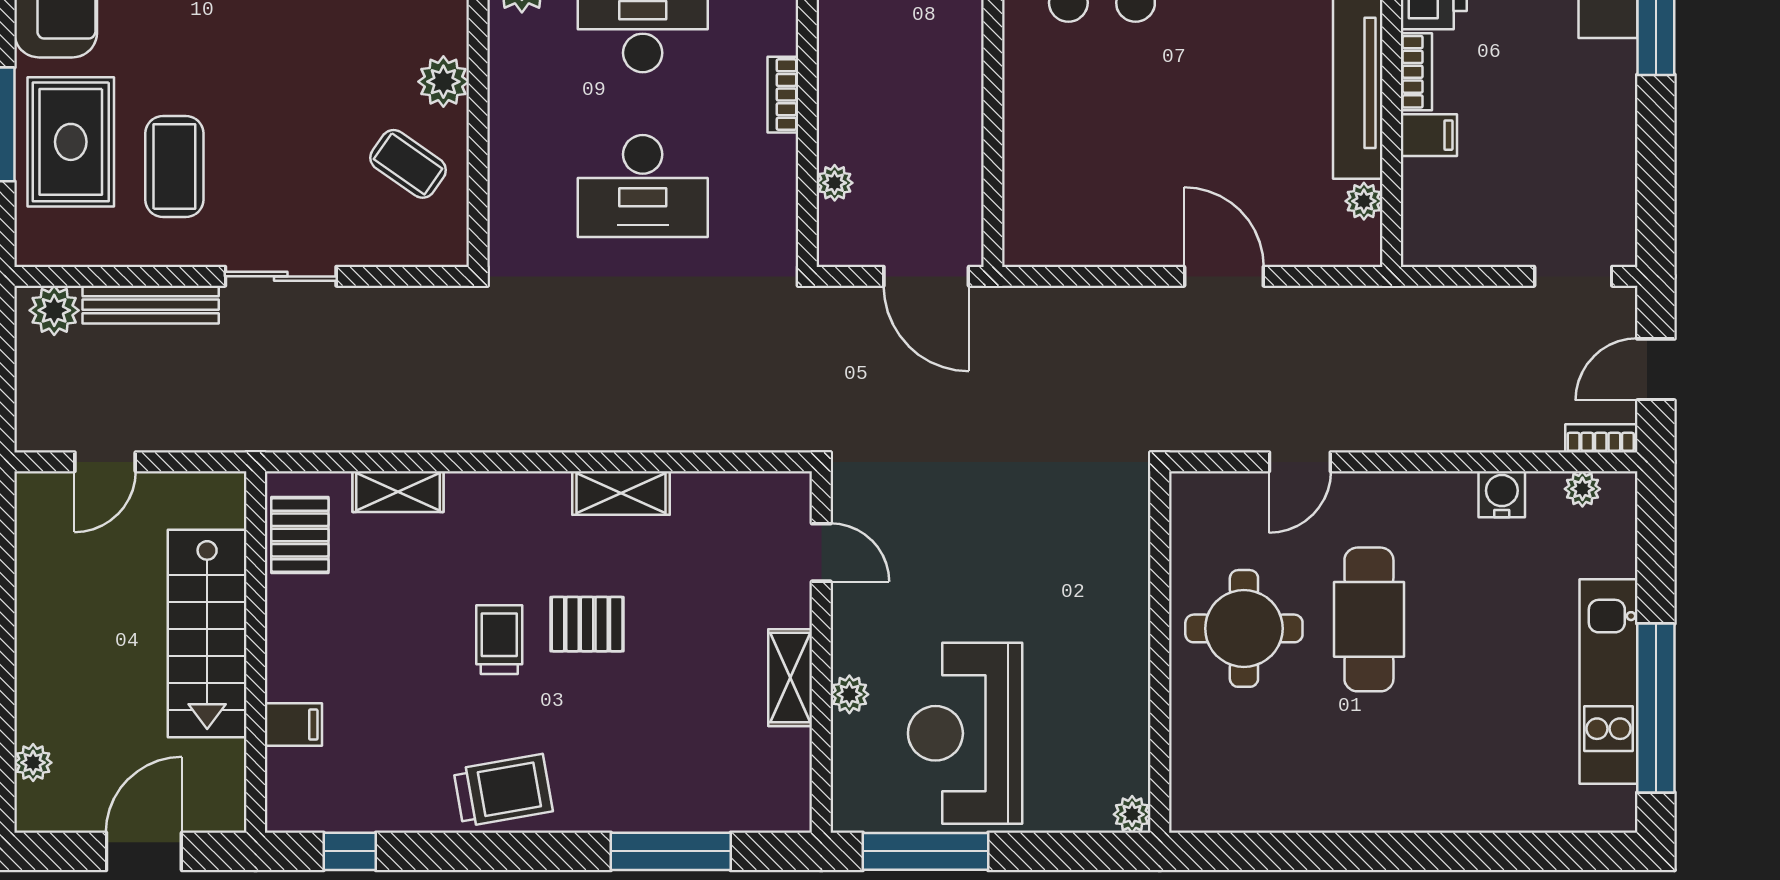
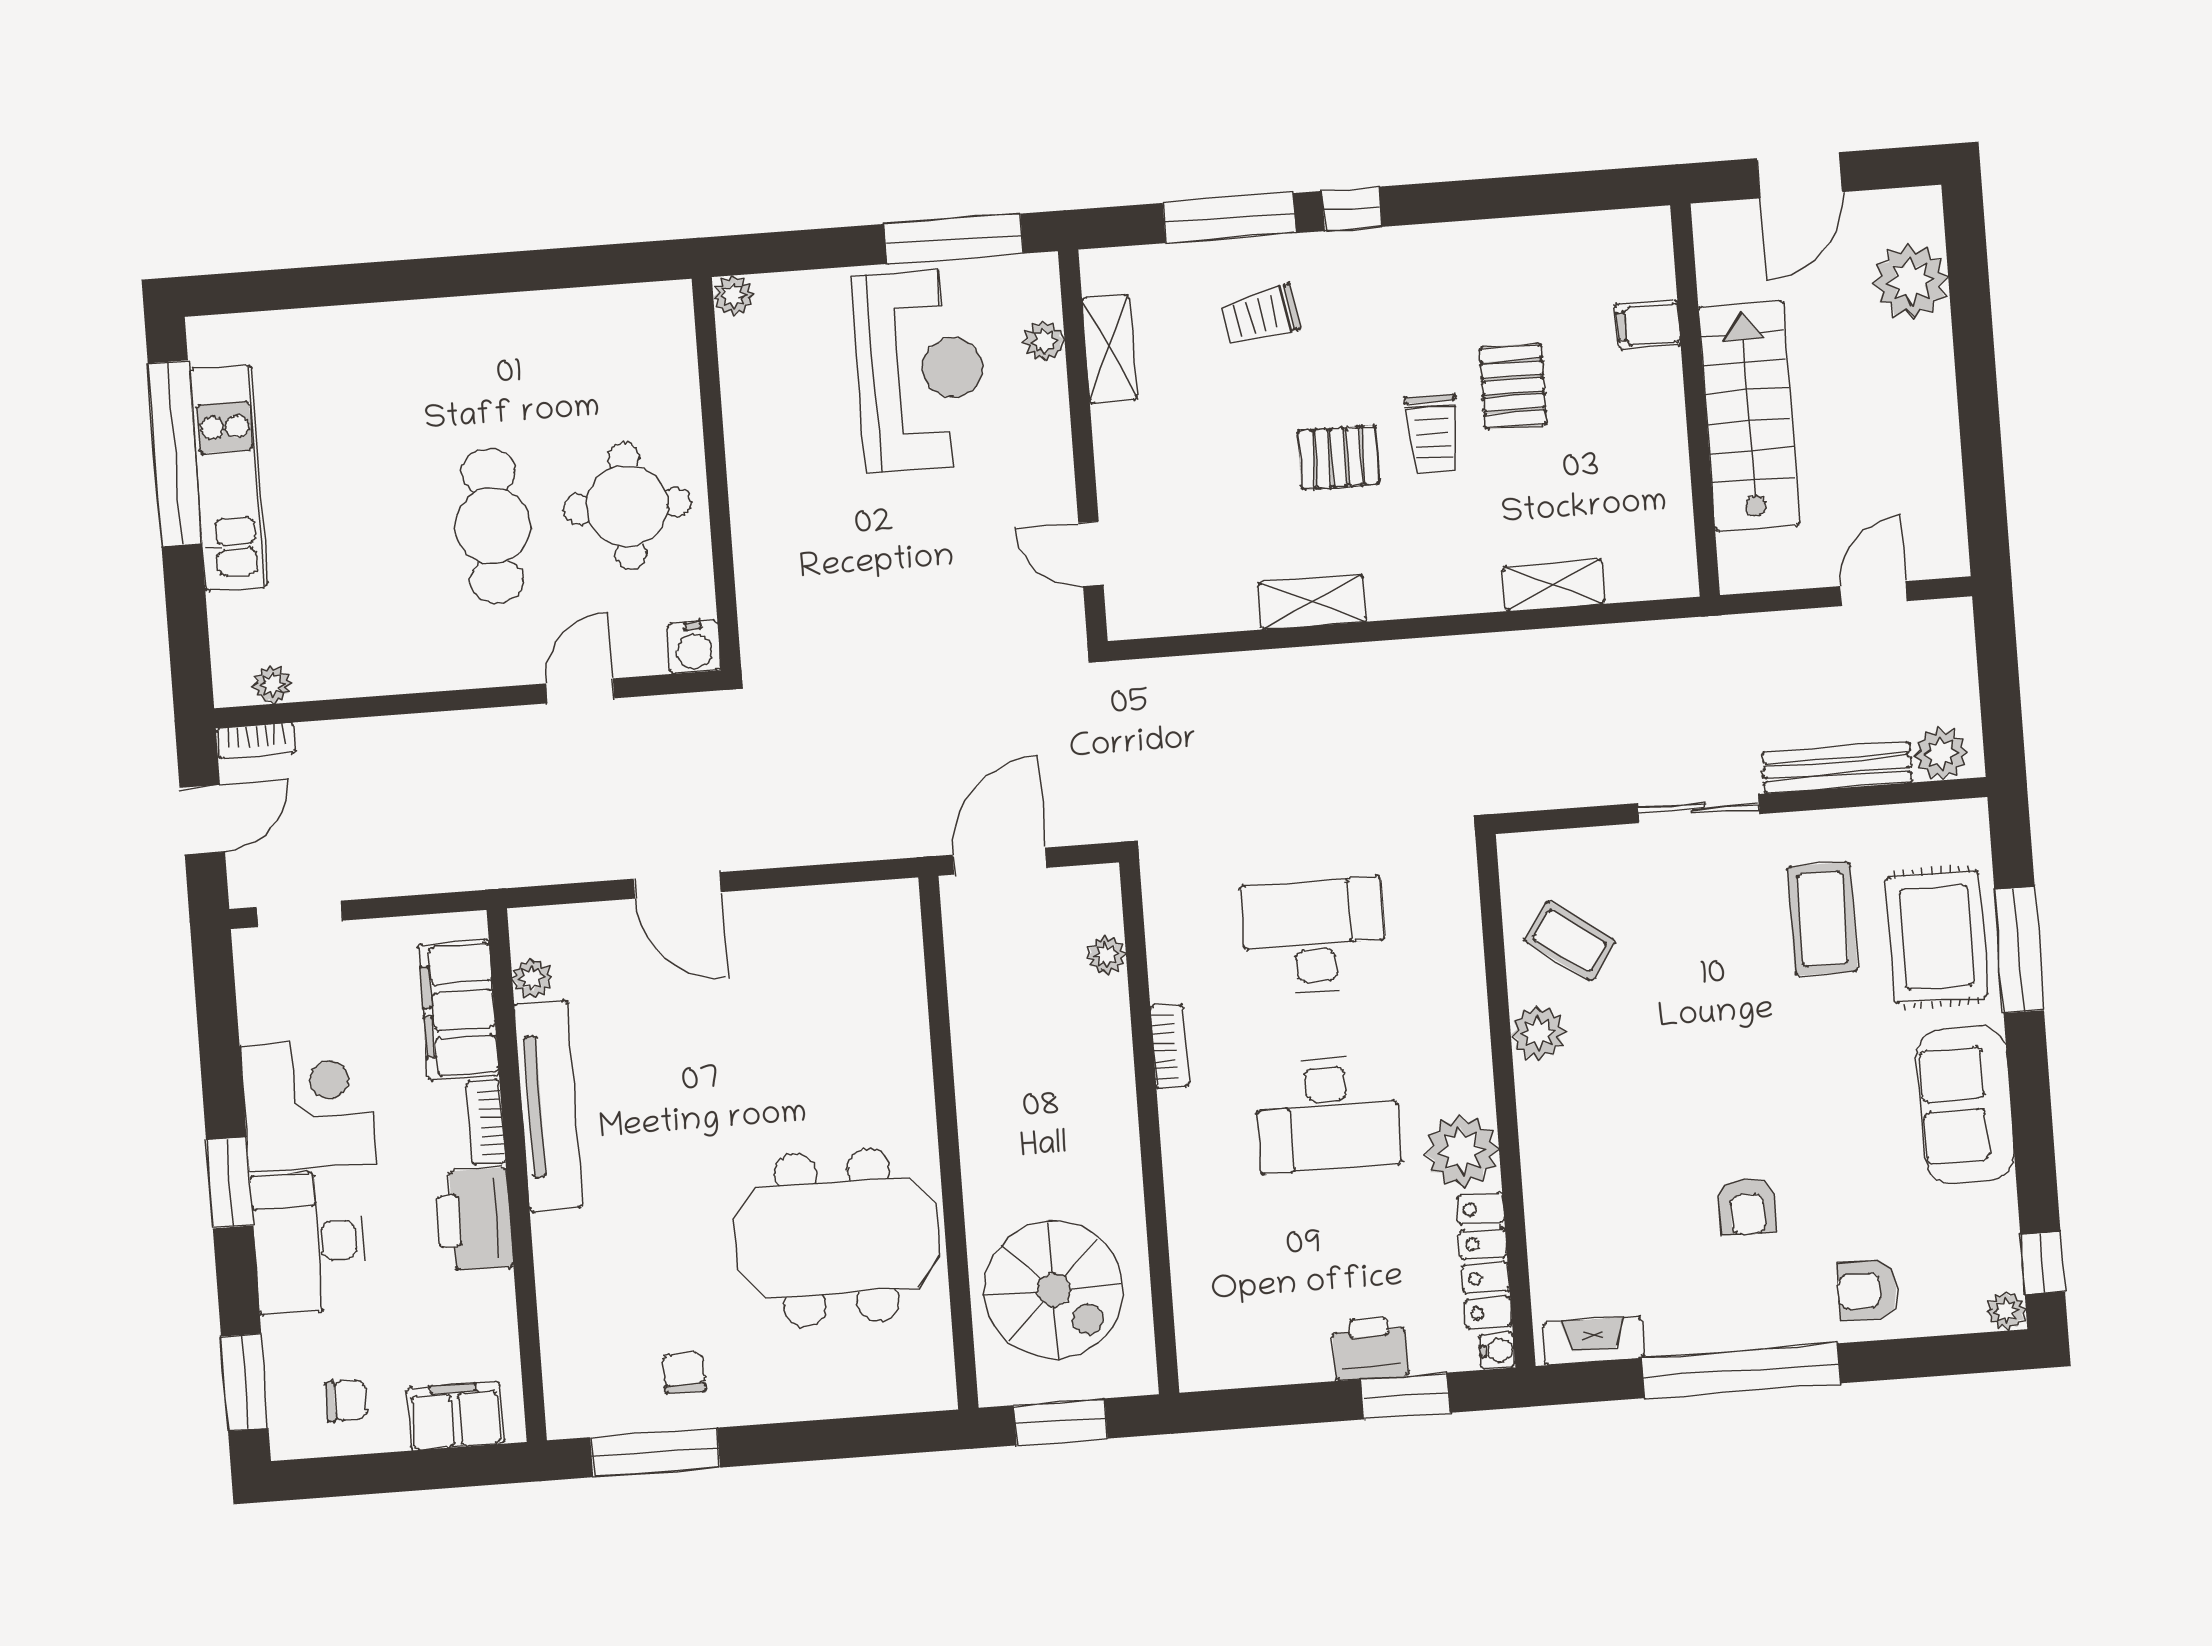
corner desk: (1578, 101) -> (308, 1104), added
filing cabinet: (1429, 135) -> (459, 1010), width x3.00, depth x1.17
door: (926, 276) -> (1000, 861), hinge flipped
water cooler: (1502, 494) -> (694, 647), moved
pallet: (300, 535) -> (1513, 386), moved
shelving: (790, 678) -> (1109, 348), moved
plant: (849, 694) -> (1044, 341), moved
plant: (33, 763) -> (1911, 281), width x1.88, depth x1.88
trolley: (503, 790) -> (1261, 315), moved, width x0.73, depth x0.72
window: (350, 851) -> (1352, 209), moved

